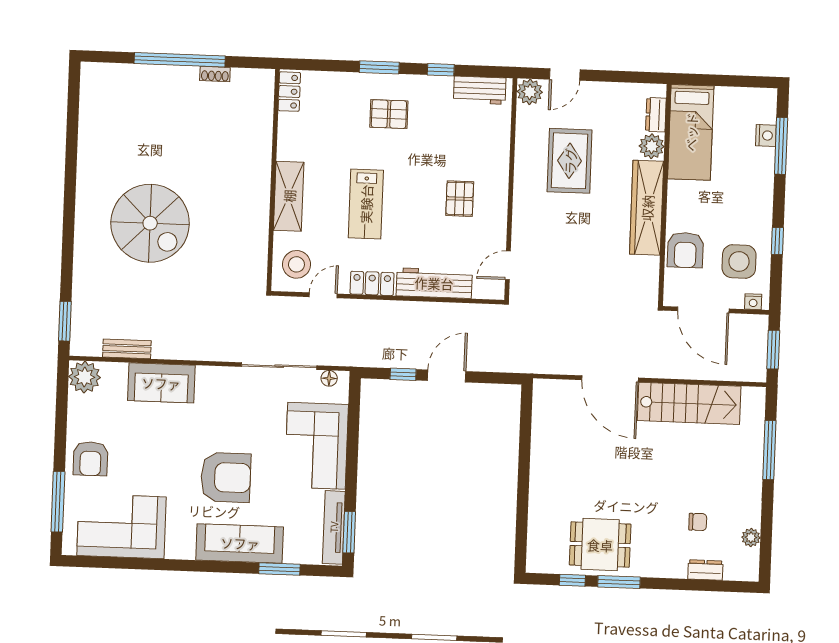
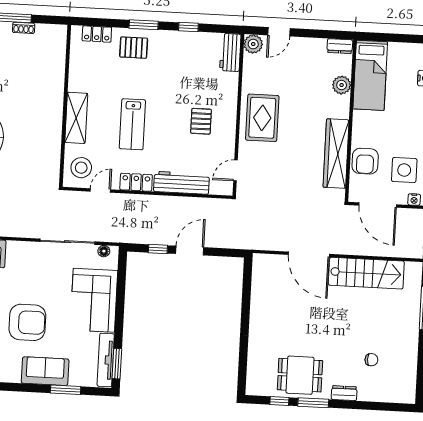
workbench: (480, 90) -> (230, 52), moved, turned 90
locker: (289, 92) -> (97, 34), moved, turned 90
pallet: (389, 114) -> (134, 48), moved
dresser: (656, 115) -> (340, 46), moved, turned -90
rug: (570, 161) -> (262, 118), moved
wardrobe: (647, 208) -> (336, 154), moved
plant: (751, 537) -> (410, 372), removed
sofa: (240, 543) -> (45, 371), width x0.73
dresser: (705, 570) -> (344, 393), moved

